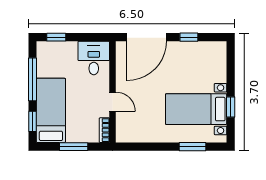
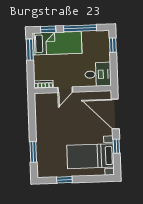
bed with nightstands: (196, 109) -> (90, 156), moved, turned -90
window: (74, 147) -> (30, 50), moved

